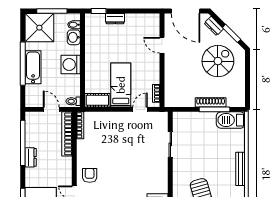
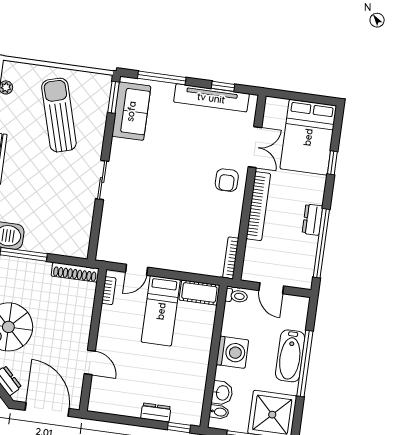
shoe rack: (211, 102) -> (75, 272), moved
bookcase: (67, 134) -> (258, 206), moved
sliding door: (170, 144) -> (102, 180), moved

